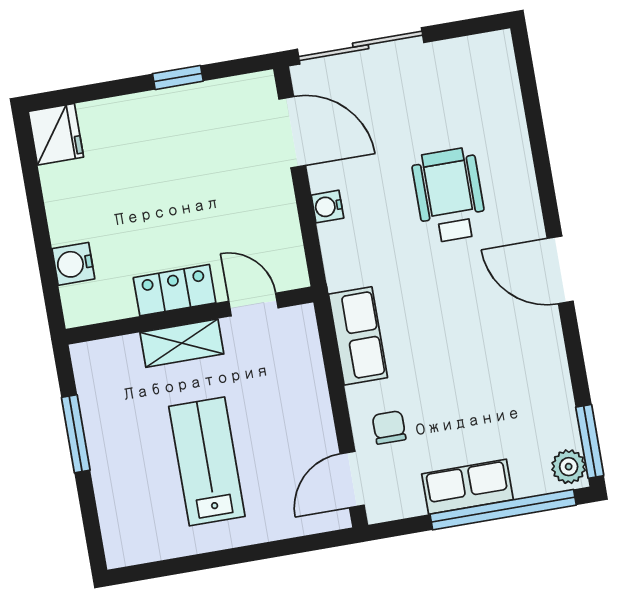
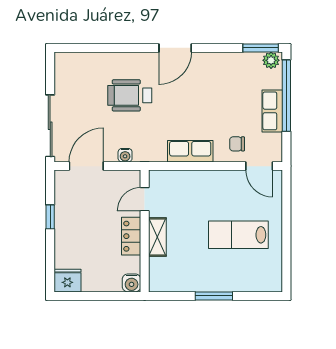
locker: (175, 290) -> (131, 236), moved
door: (253, 304) -> (145, 199), moved
wall: (190, 316) -> (145, 231), moved
shelving: (182, 343) -> (157, 237), moved

